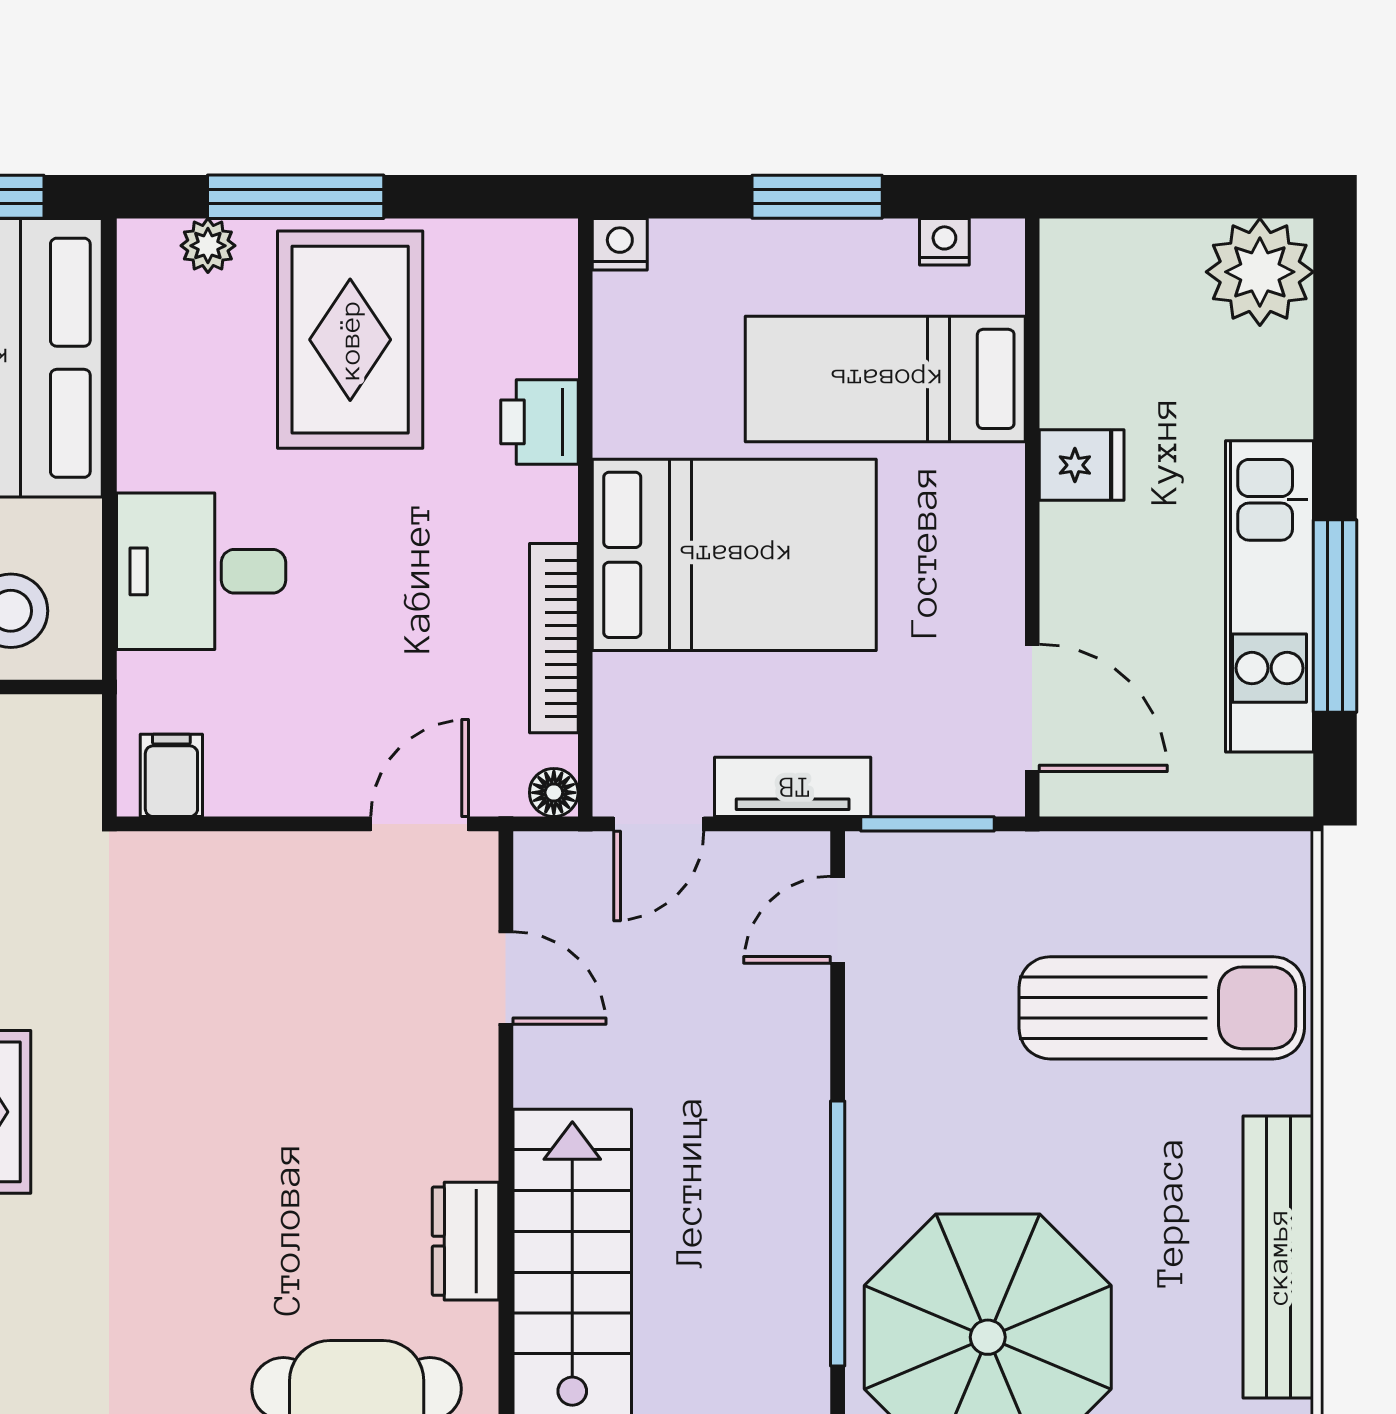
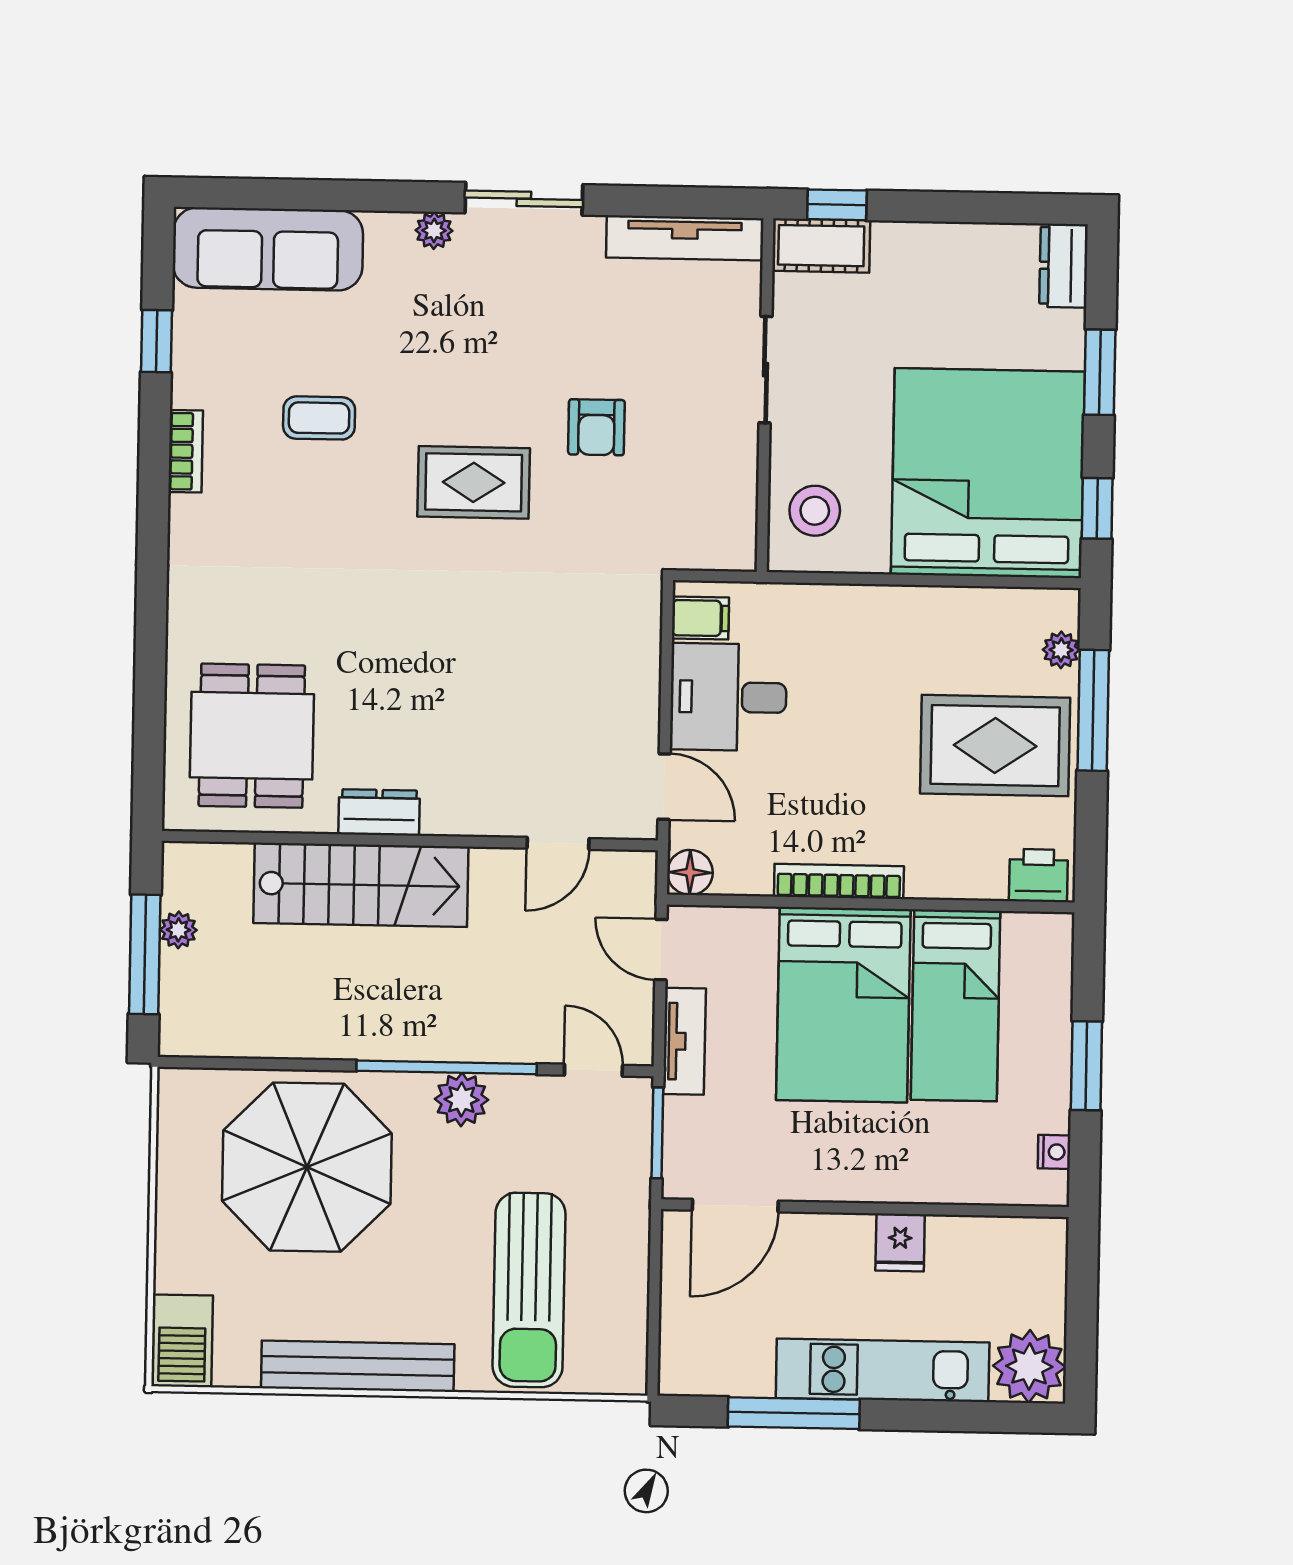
nightstand: (620, 244) -> (1057, 931), removed
bed: (885, 379) -> (955, 1005), moved, turned 180
printer: (539, 422) -> (1038, 876), moved
desk: (201, 571) -> (728, 697), moved, turned -90
kitchen unit: (1270, 596) -> (883, 1370), moved
bookcase: (554, 638) -> (839, 881), moved
floor lamp: (554, 793) -> (690, 872), width x1.37, depth x1.37
plant: (884, 1112) -> (461, 1099), added
window: (838, 1233) -> (447, 1067), moved

